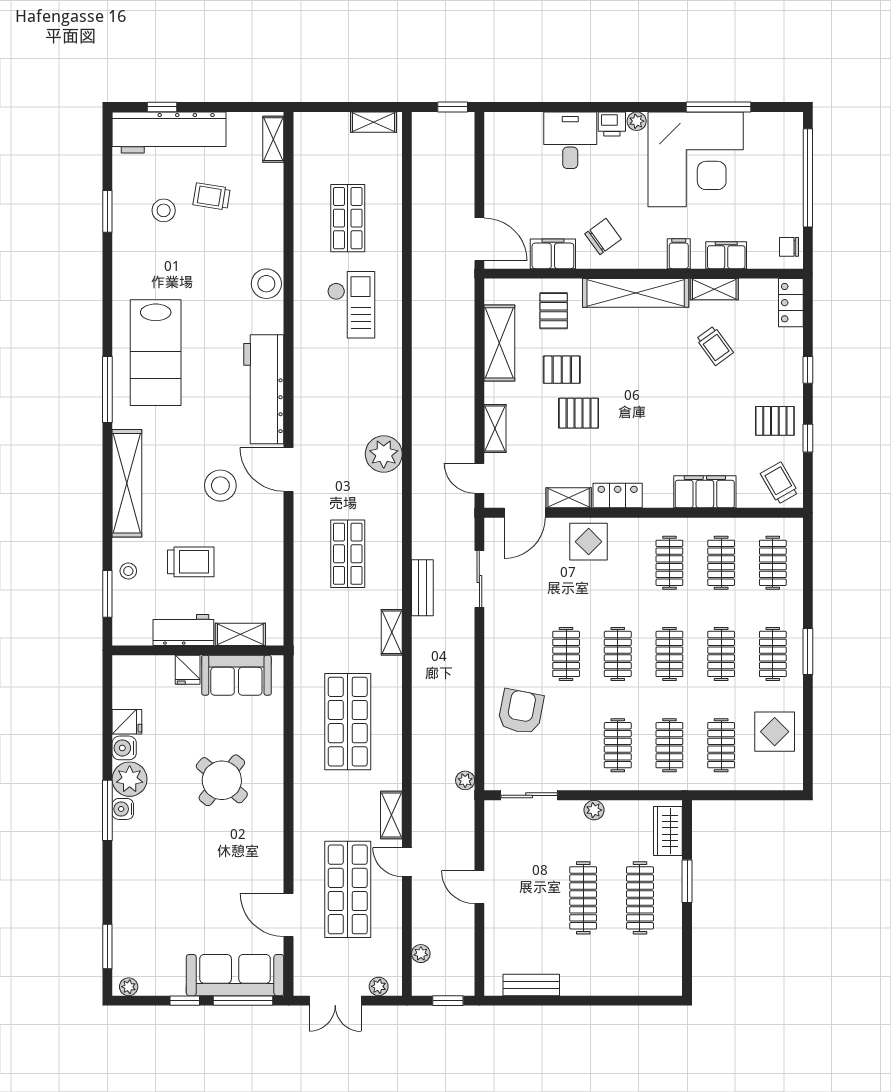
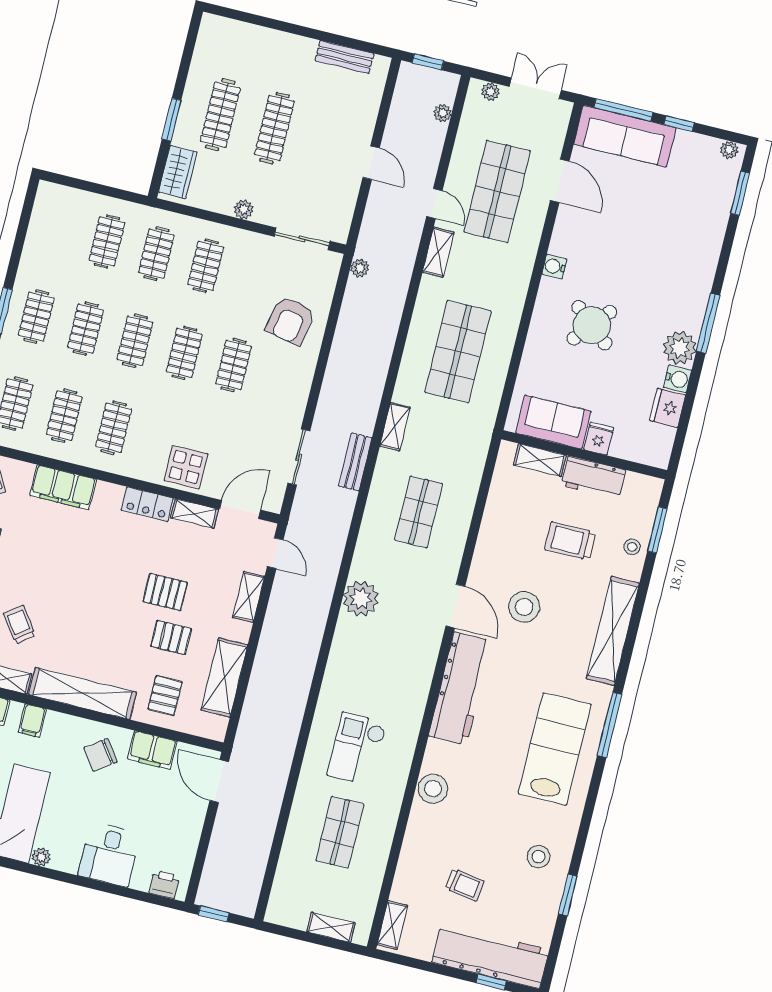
shelving: (373, 122) -> (331, 927), moved
printer: (612, 124) -> (164, 884), moved
stool: (164, 210) -> (538, 857), moved
fridge: (127, 722) -> (668, 408), width x1.38
display table: (775, 732) -> (53, 242), removed
water cooler: (123, 809) -> (554, 266), moved, turned 180

